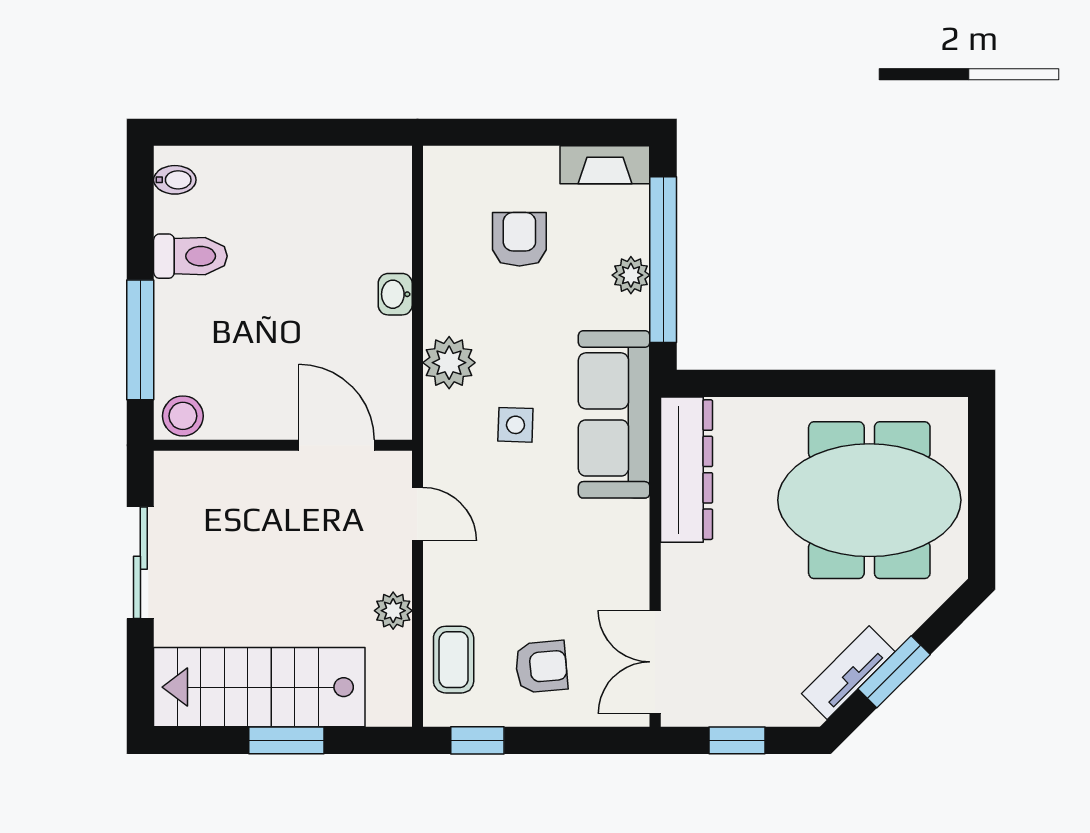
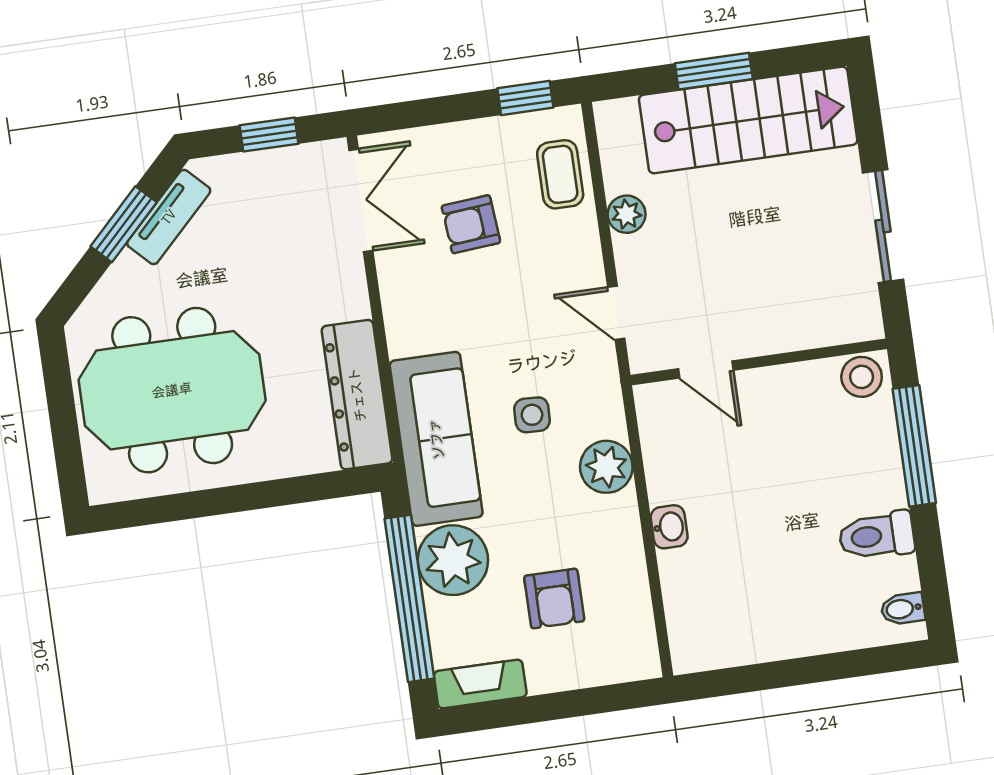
plant: (631, 275) -> (453, 560), width x1.87, depth x1.87
door: (337, 445) -> (706, 369), width x0.73
armchair: (541, 667) -> (471, 224), moved

